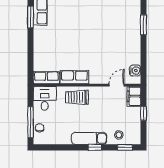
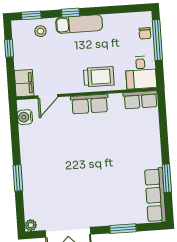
row of seats: (74, 77) -> (90, 104), moved
window: (143, 113) -> (9, 48), moved

